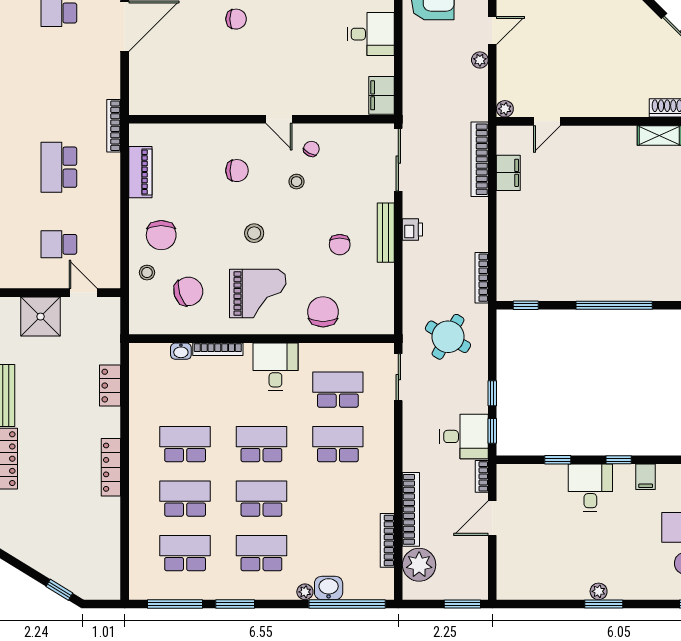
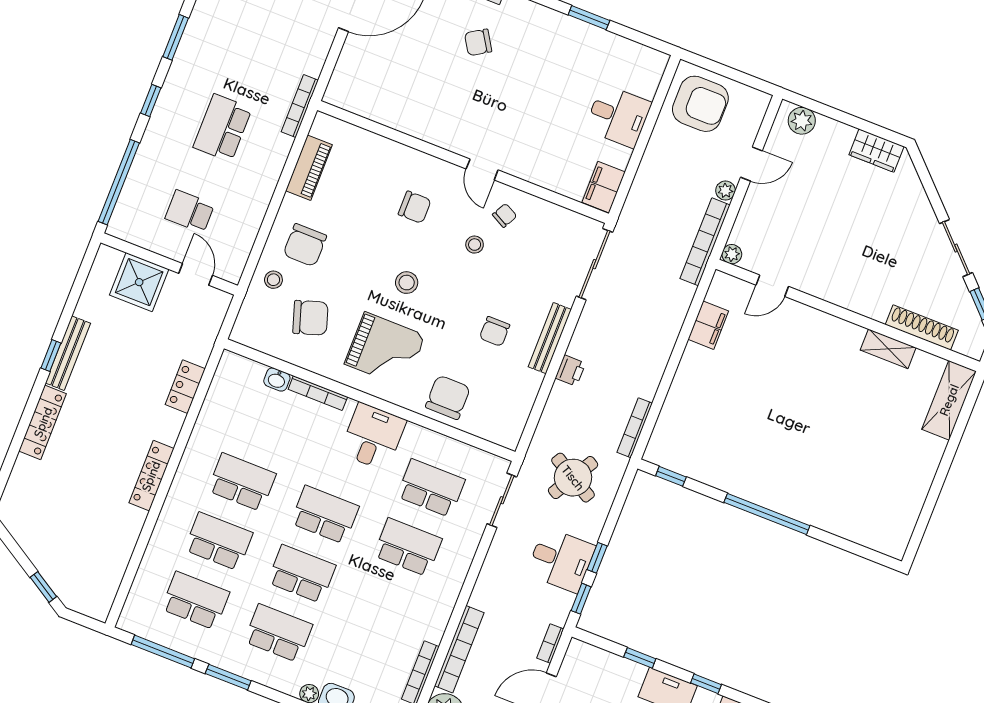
chair: (236, 19) -> (478, 42), turned 148
bookcase: (480, 159) -> (705, 242), moved
printer: (412, 230) -> (570, 371), moved
desk: (464, 436) -> (561, 560), moved

